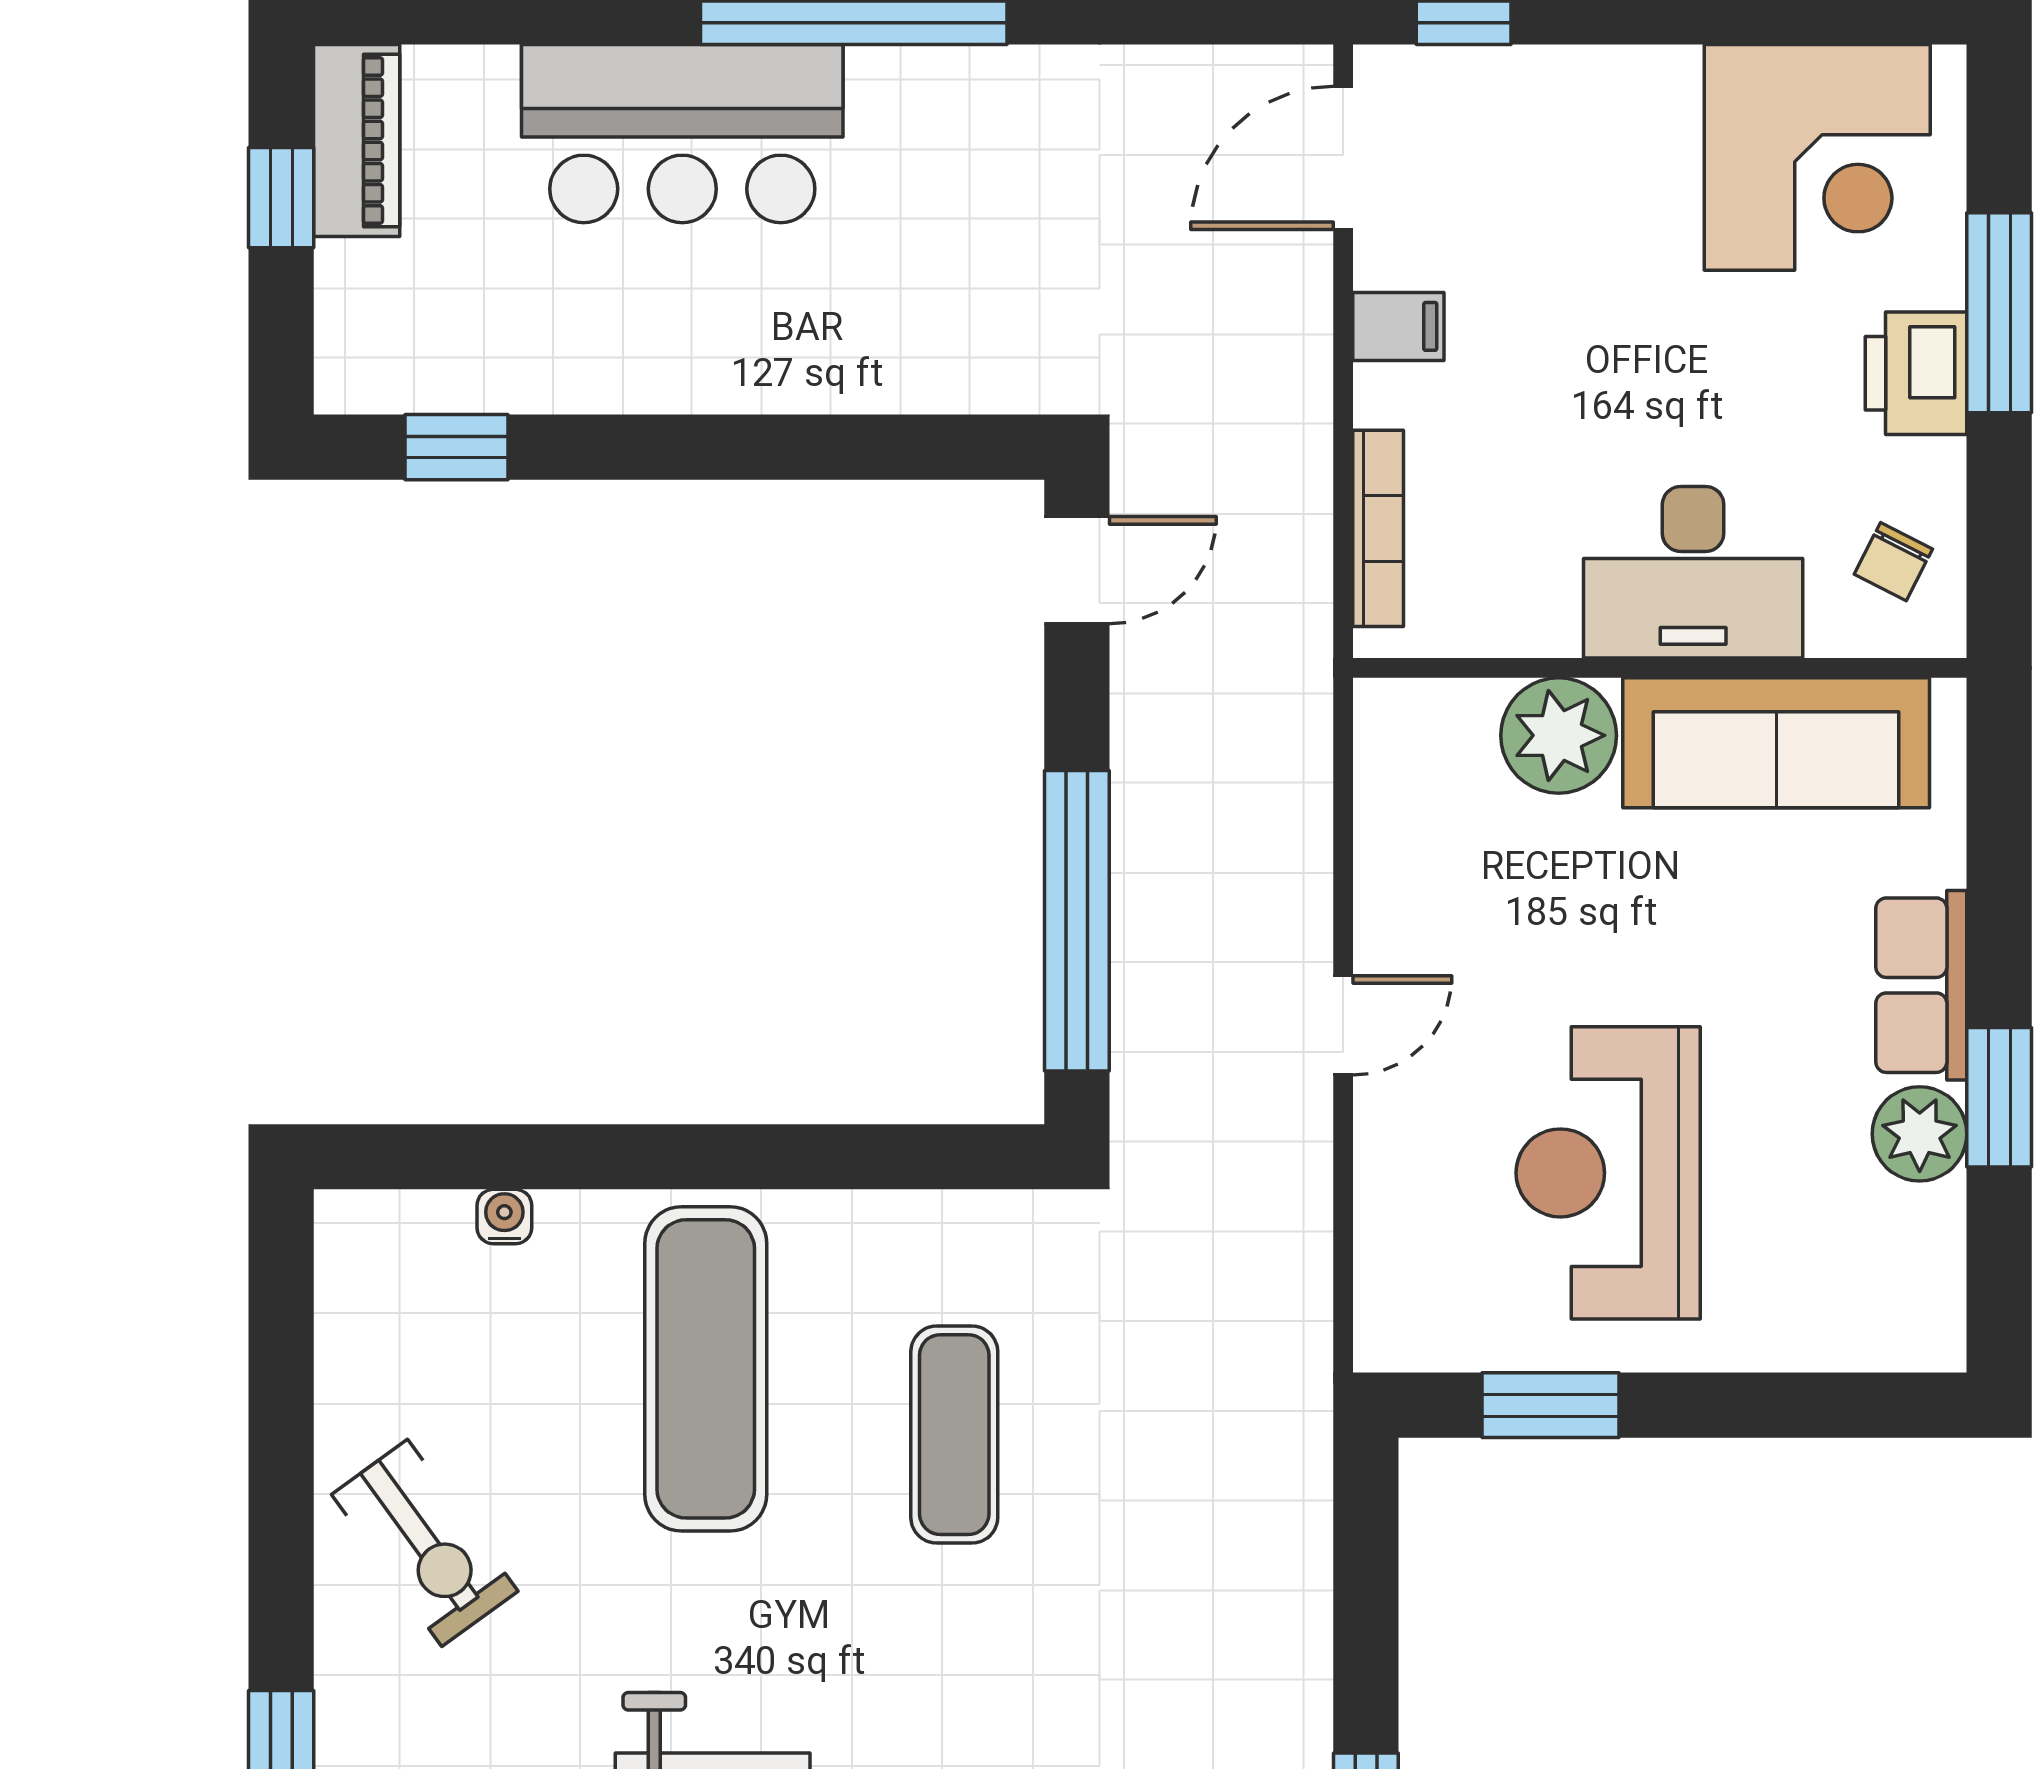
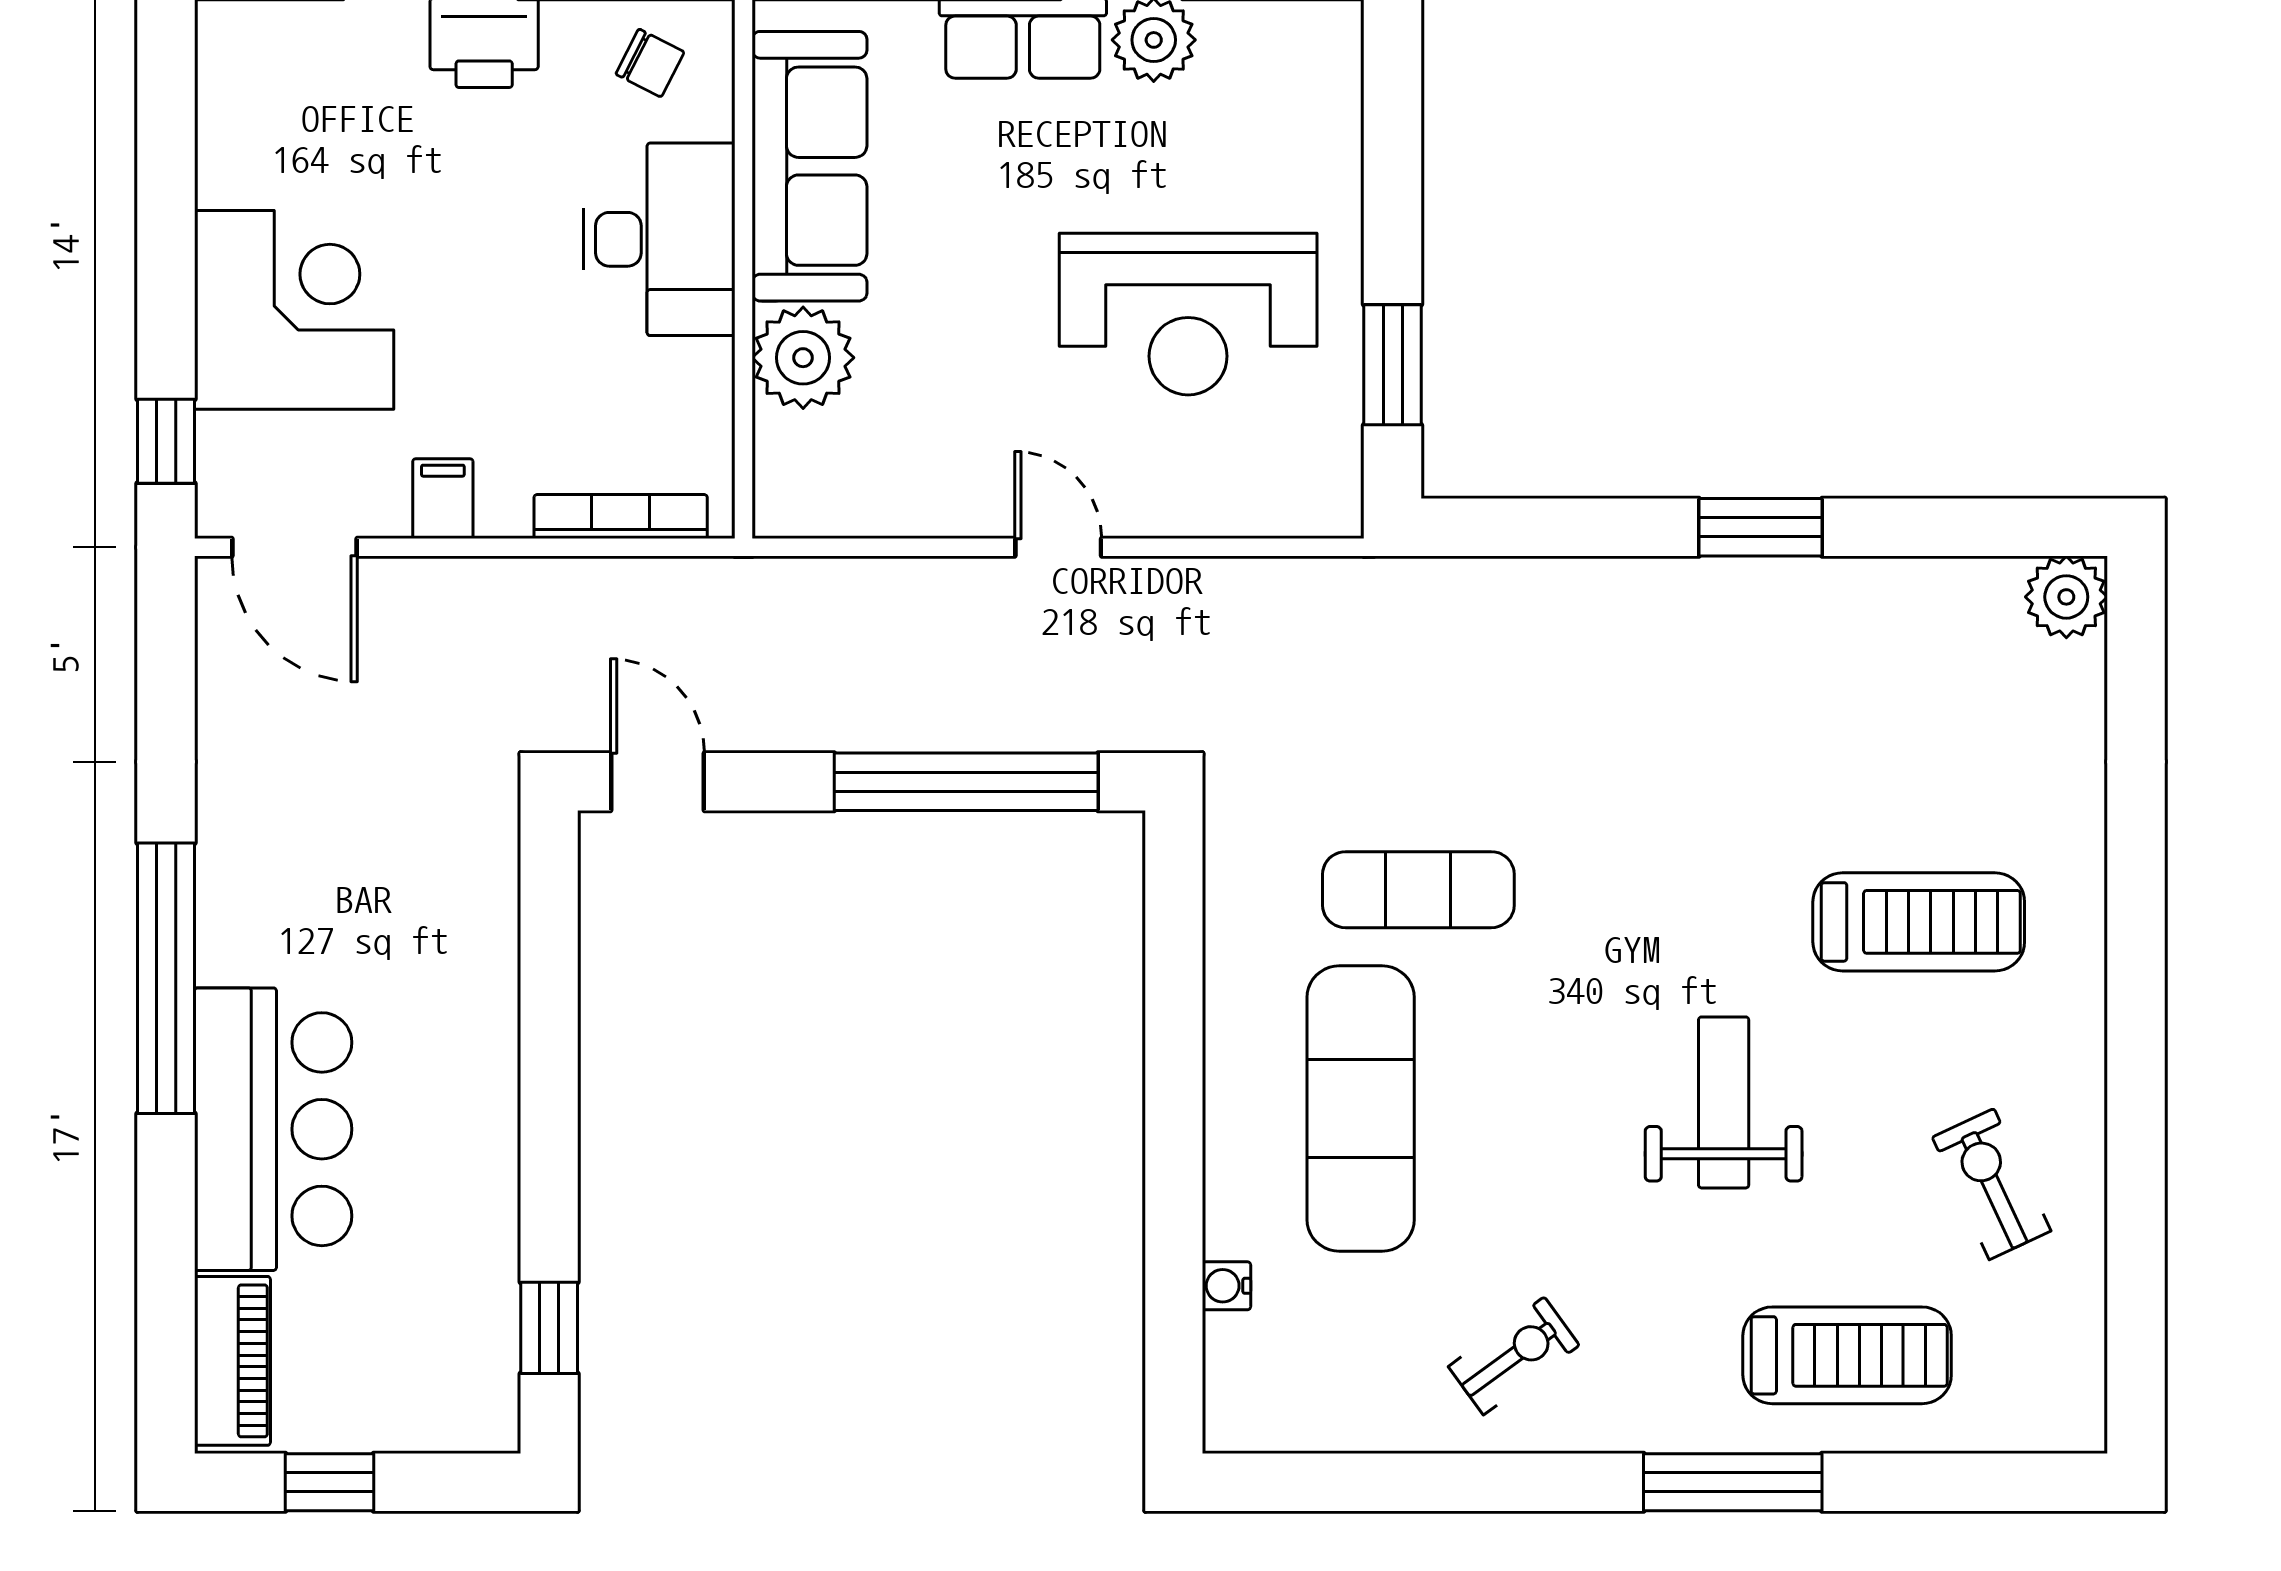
piano: (357, 140) -> (232, 1361), moved, turned 90
corner desk: (1817, 157) -> (294, 310), moved
exercise mat: (706, 1369) -> (1361, 1108), turned 90
exercise bike: (425, 1543) -> (1514, 1356), width x0.73, depth x0.72

